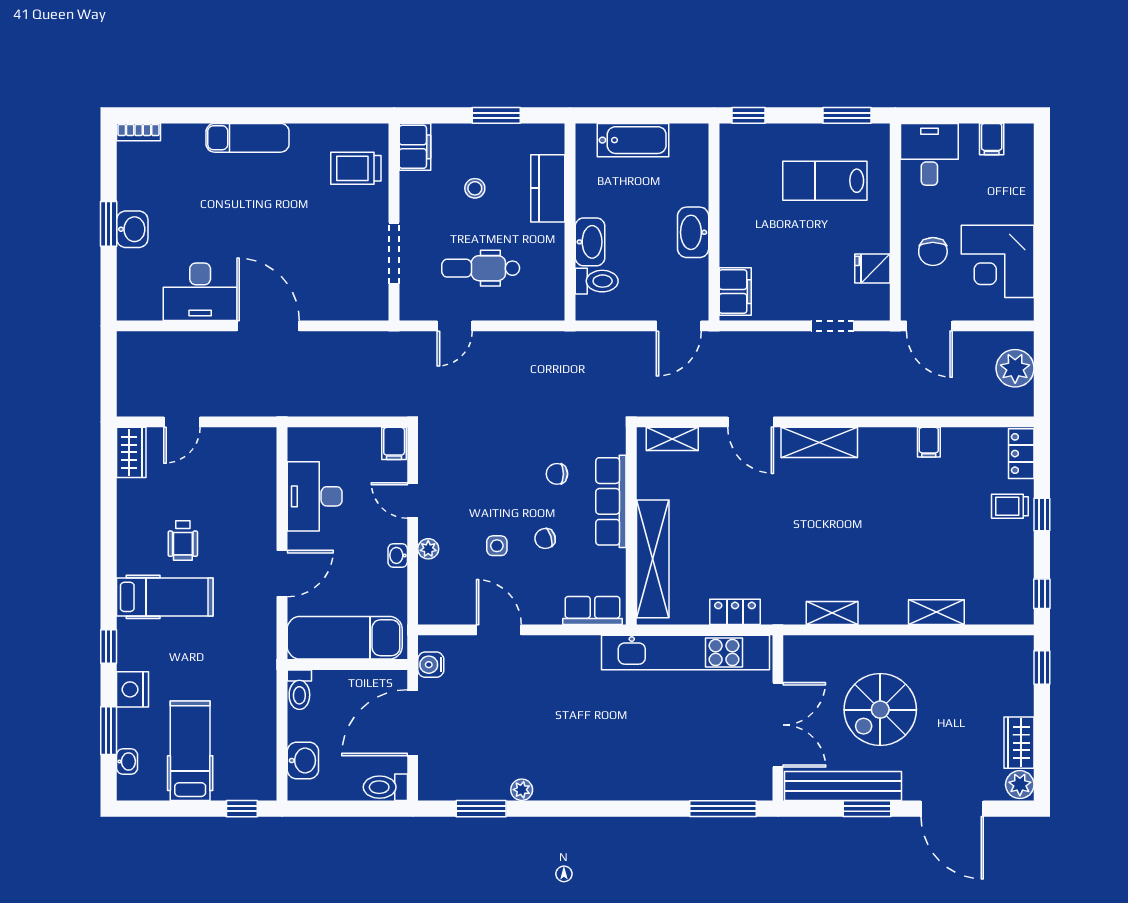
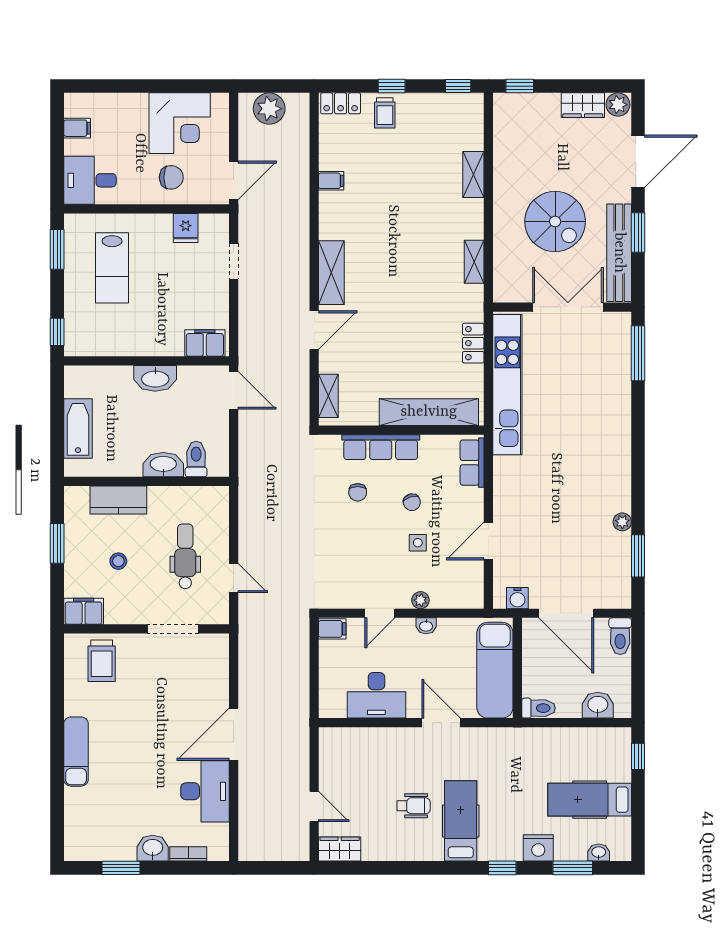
bookcase: (139, 132) -> (188, 854), moved, turned -90
window: (109, 224) -> (121, 868), moved
dental chair: (481, 268) -> (185, 556), turned 180

